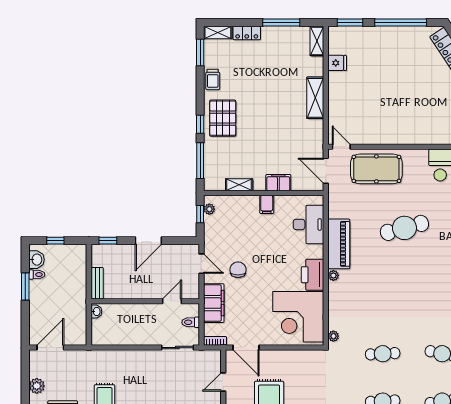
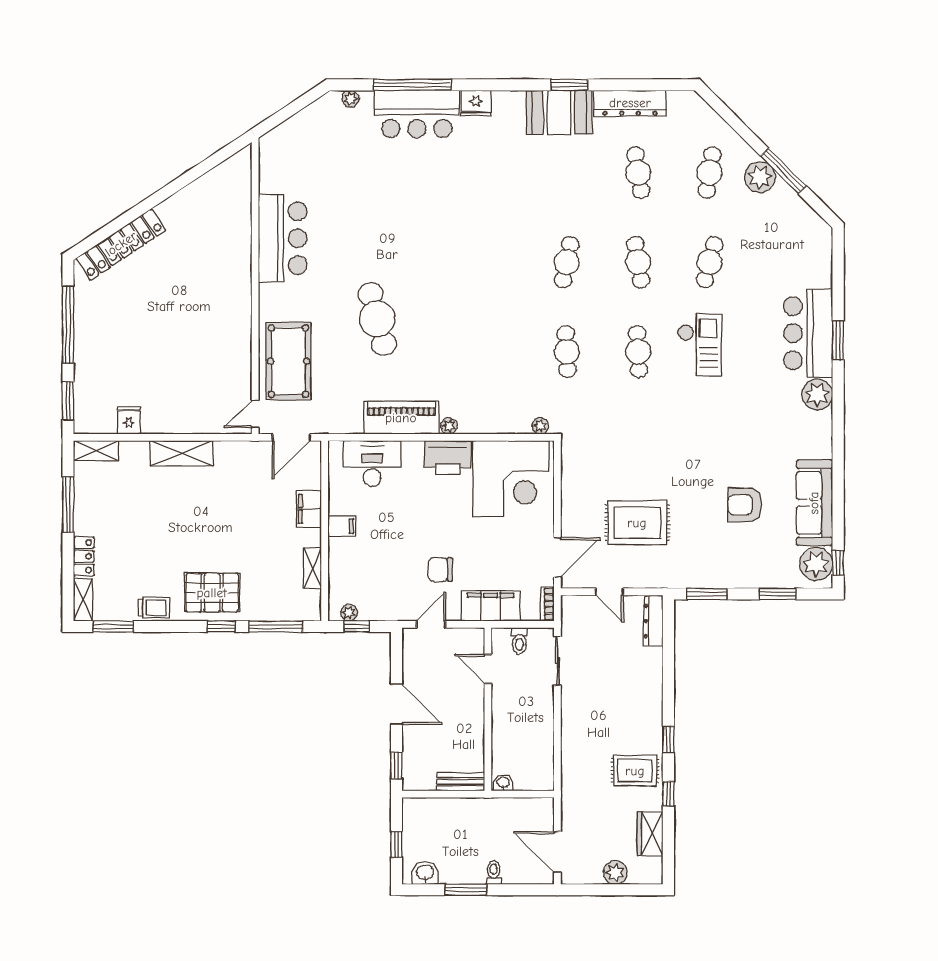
toilet: (37, 275) -> (494, 872), moved

